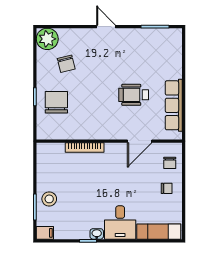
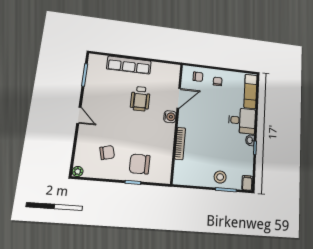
door: (106, 27) -> (79, 115), swing flipped
plant: (47, 39) -> (78, 171), width x0.53, depth x0.53
row of seats: (174, 105) -> (129, 65), moved
water cooler: (116, 132) -> (170, 117), added
door: (140, 141) -> (179, 98), hinge flipped

